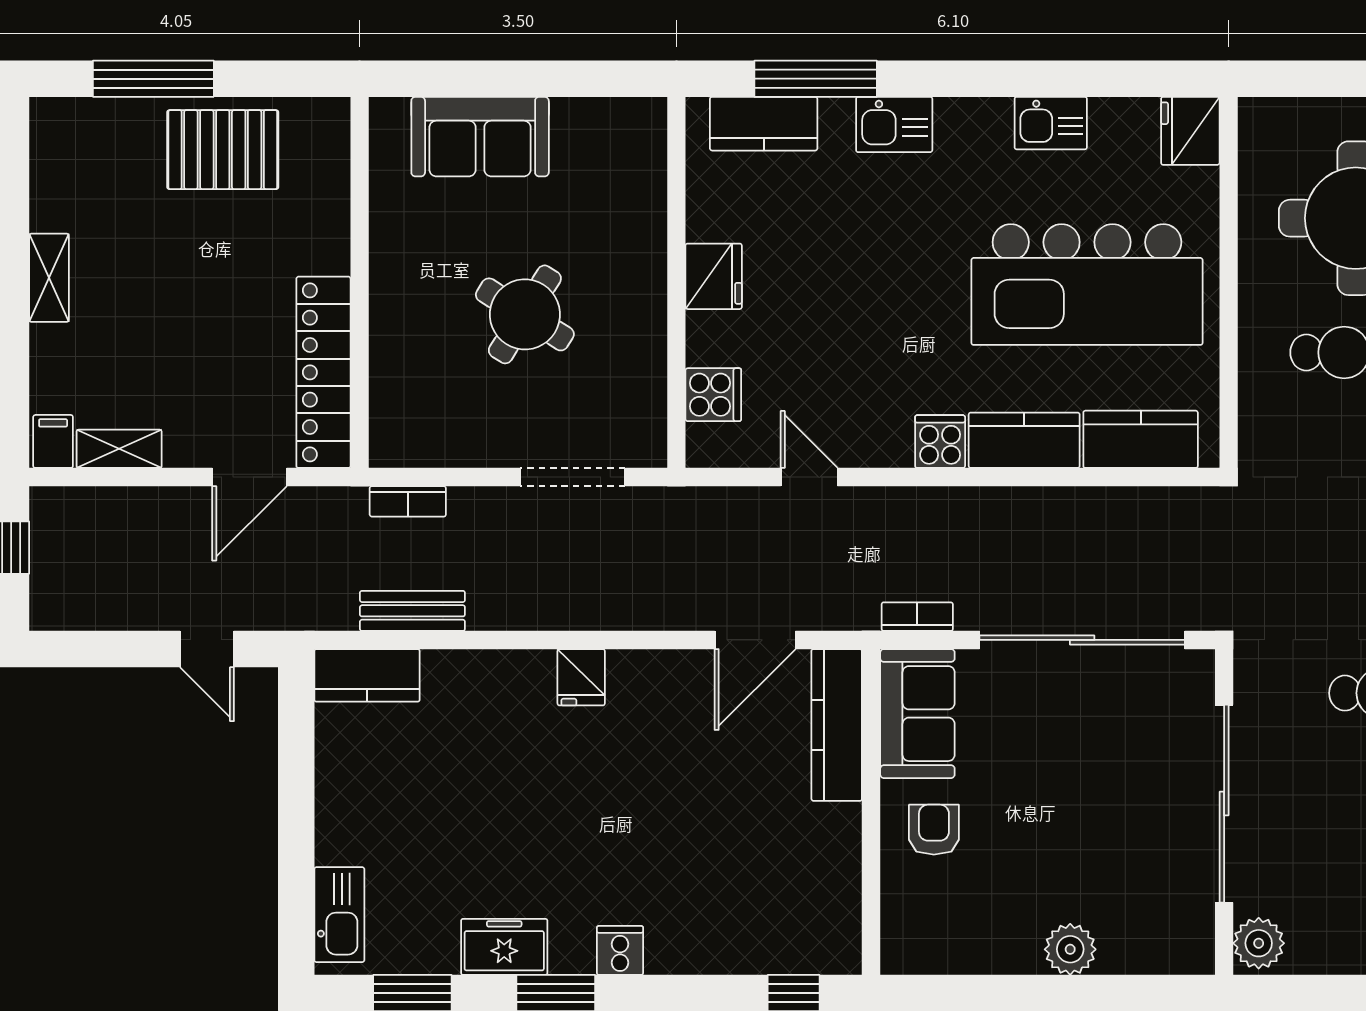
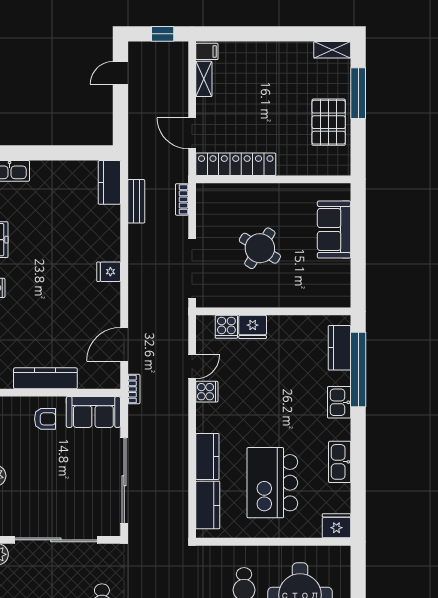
window: (816, 79) -> (358, 370), width x1.46
kitchen sink: (1051, 123) -> (340, 462), width x1.38
fridge: (714, 276) -> (253, 327), moved
shelving: (49, 278) -> (332, 50), moved
kitchen island: (1087, 285) -> (272, 483), width x0.73
cooker: (940, 442) -> (207, 392), moved
doorway: (573, 477) -> (192, 268), width x1.36
bookcase: (917, 617) -> (134, 389), moved
door: (755, 640) -> (124, 344), hinge flipped
door: (207, 649) -> (120, 73), moved
kitchen counter: (837, 725) -> (45, 378), moved

